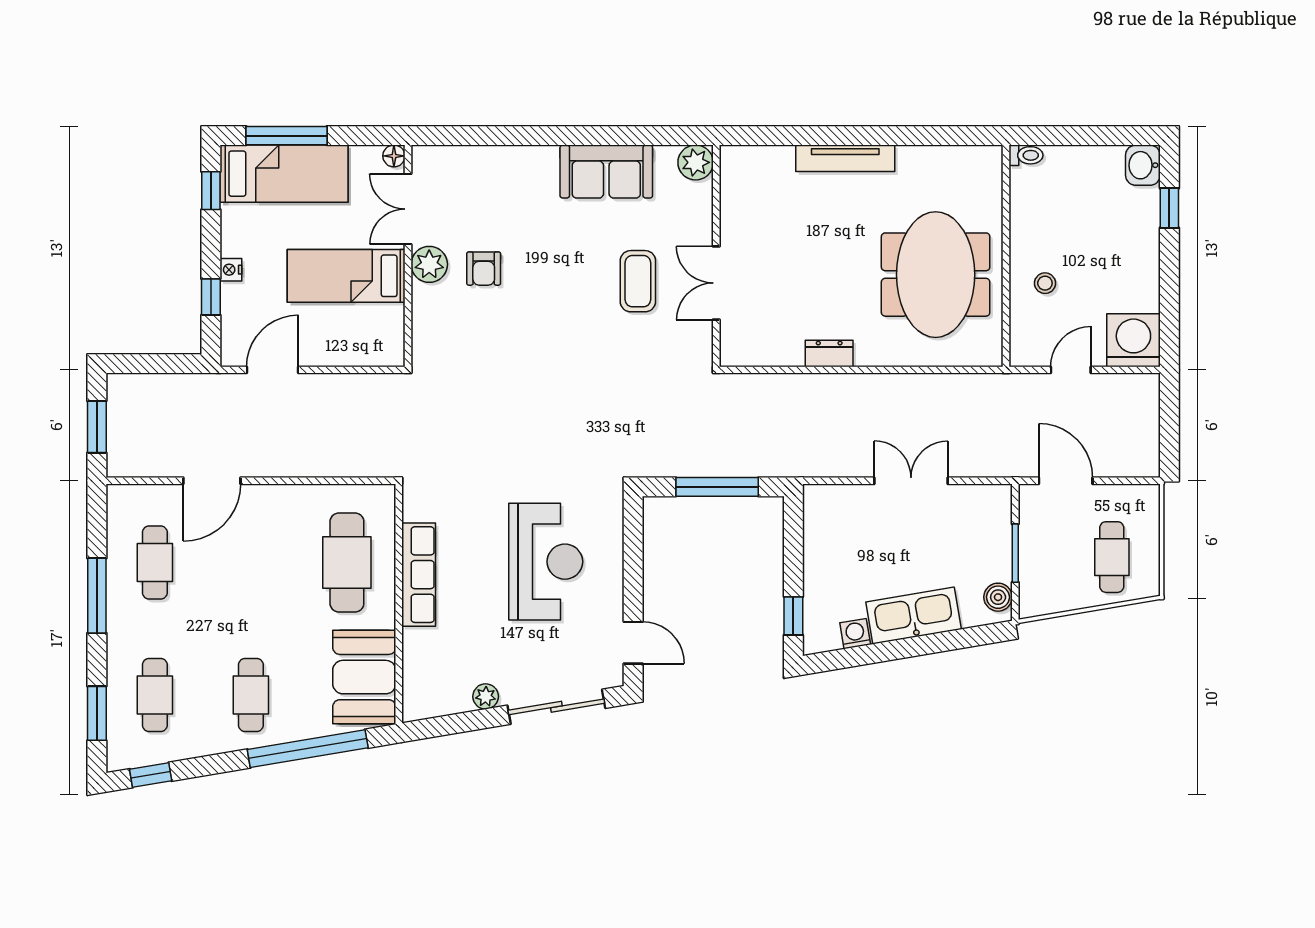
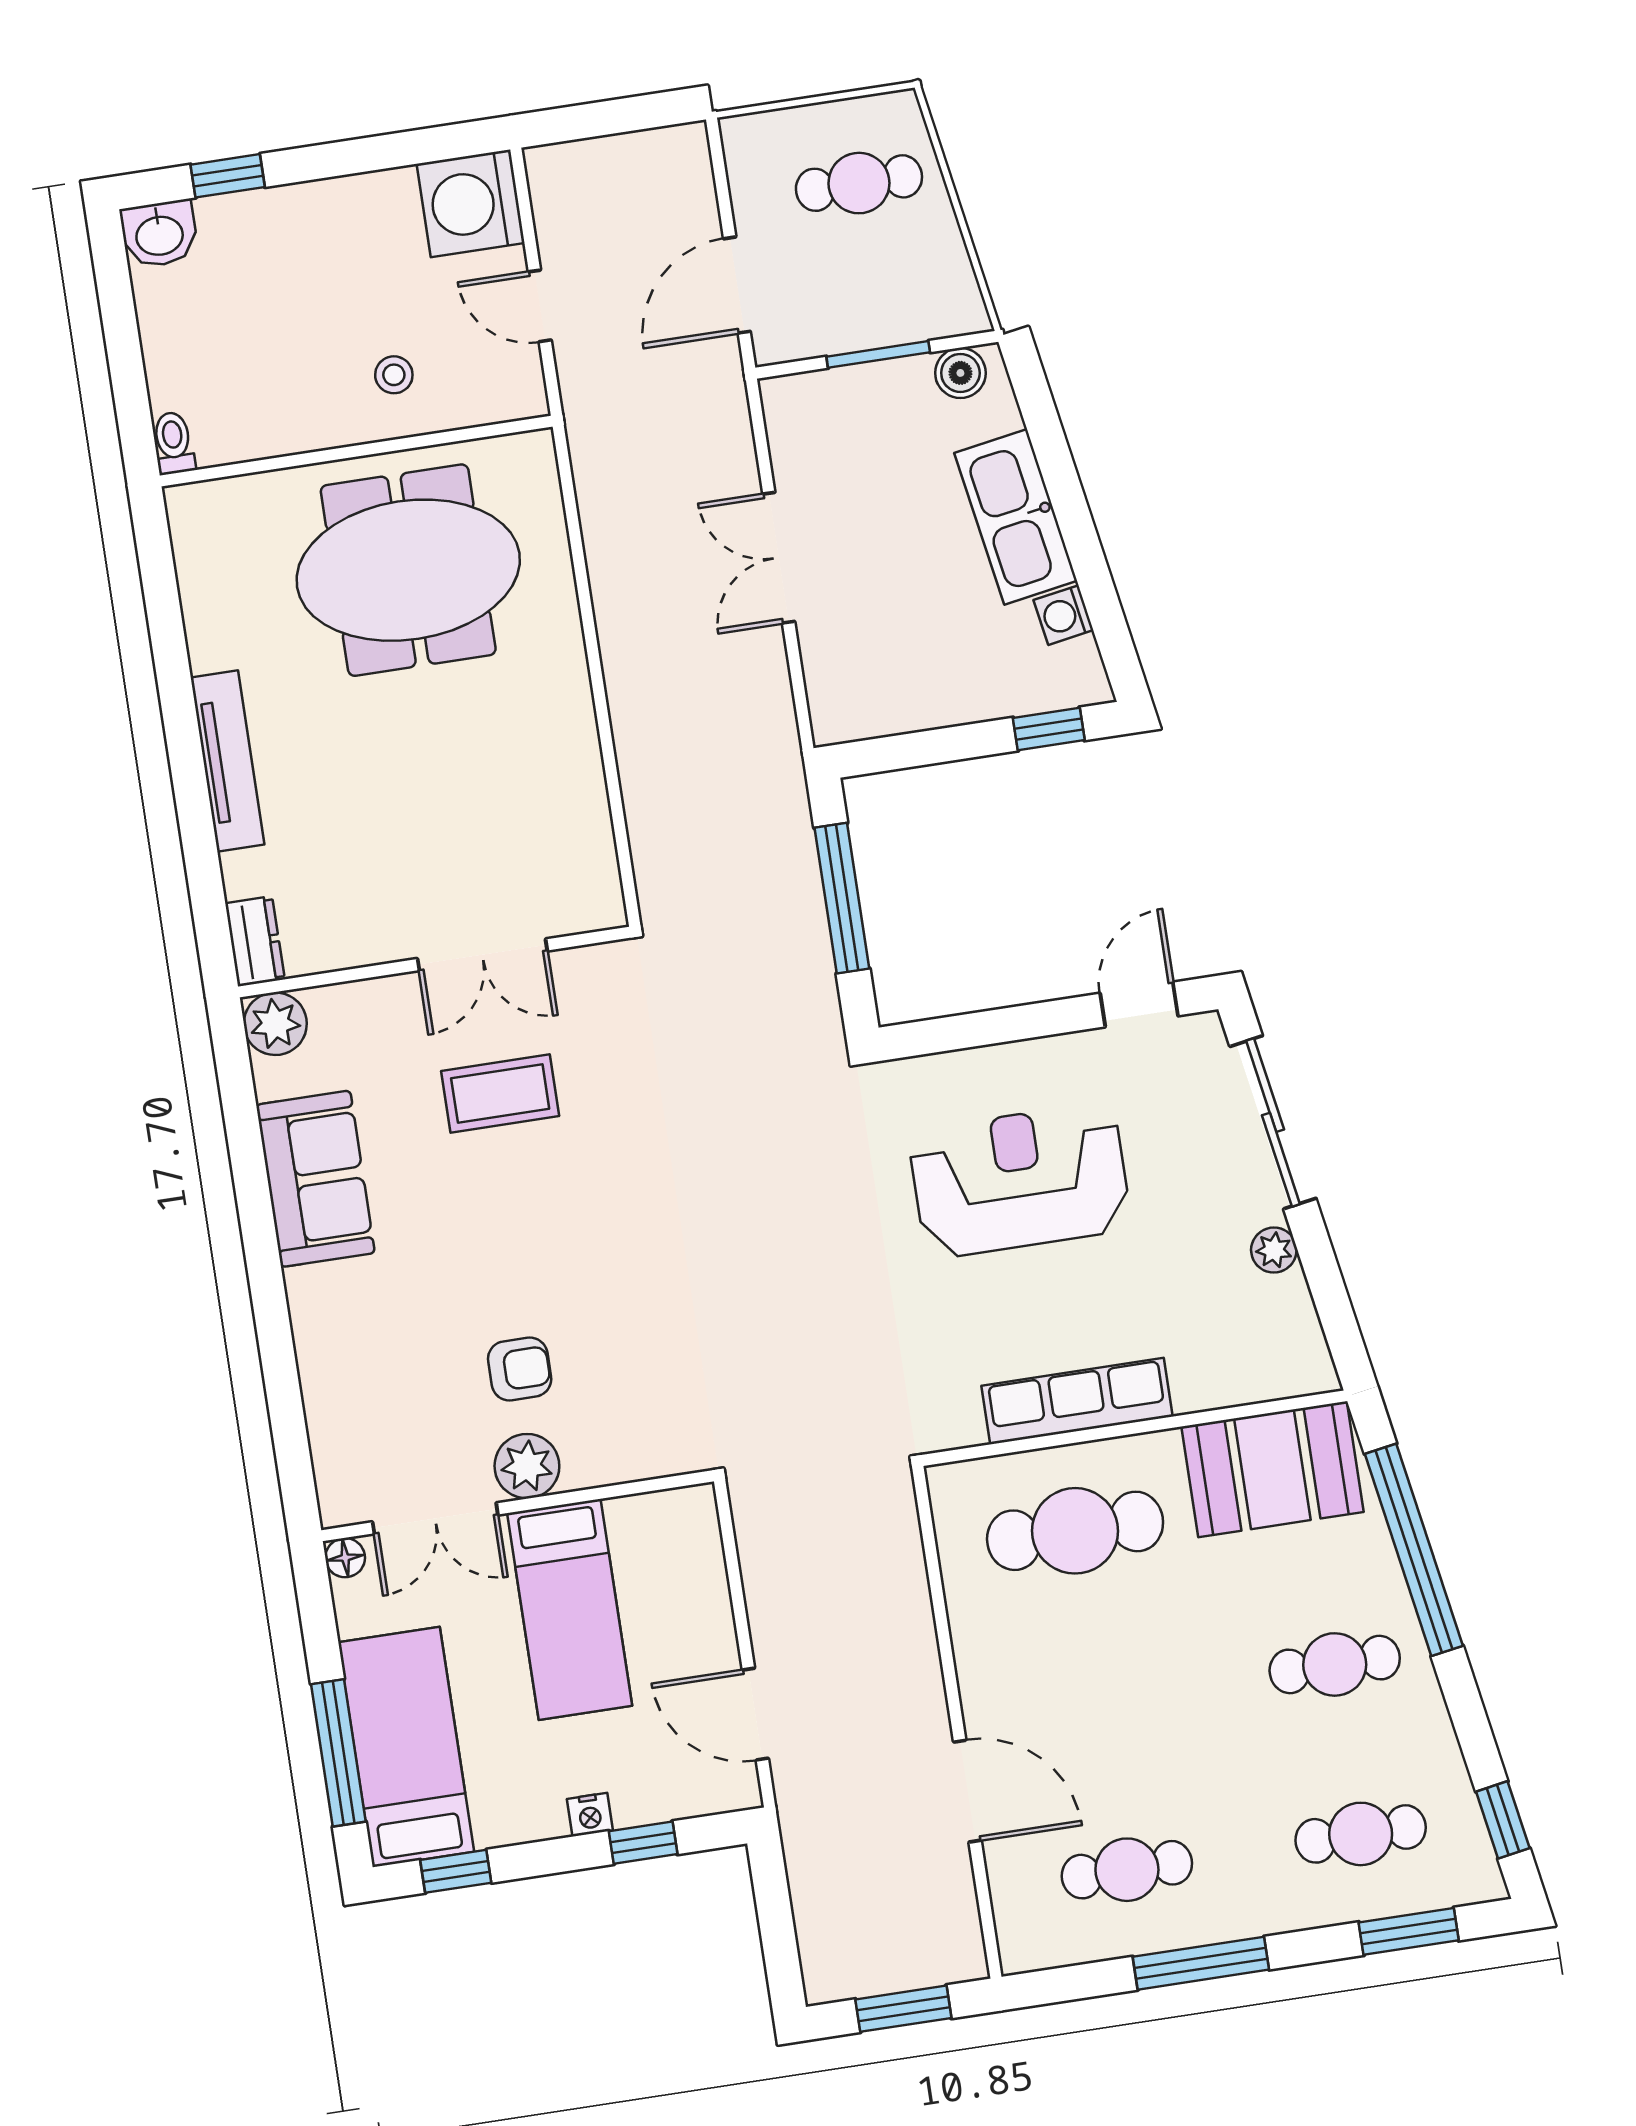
dresser: (829, 353) -> (255, 941), moved, turned 180

